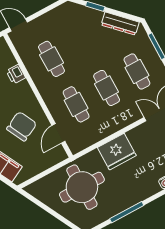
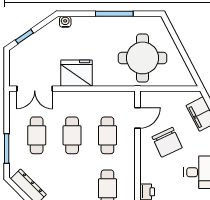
chair: (22, 126) -> (167, 142), turned -88
fridge: (117, 152) -> (76, 73), moved

